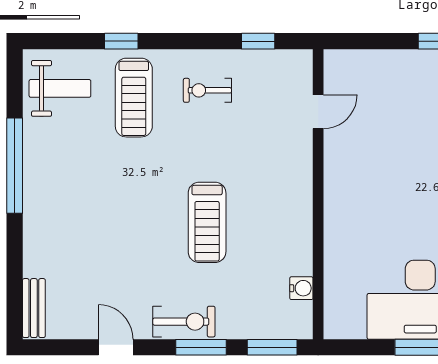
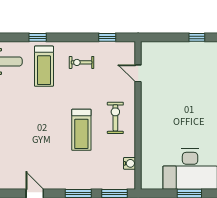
door: (318, 112) -> (138, 73), swing flipped
exercise bike: (184, 322) -> (115, 118), moved, turned -90

